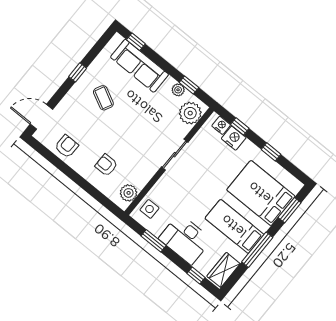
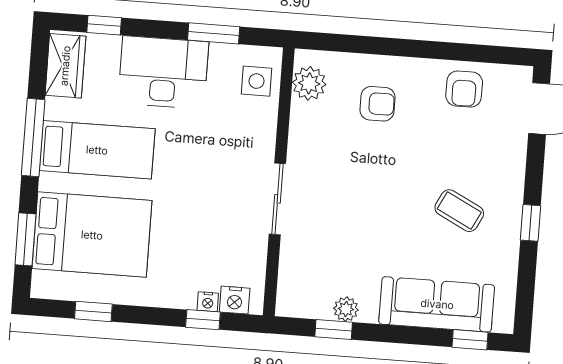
plant: (190, 113) -> (299, 285), removed
nightstand: (234, 138) -> (208, 302), width x0.53, depth x0.56
window: (271, 152) -> (93, 311), moved

